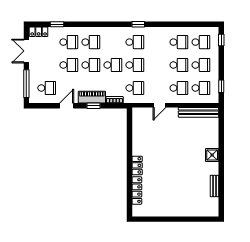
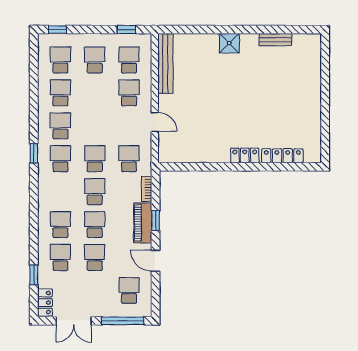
school desk: (179, 65) -> (60, 126), moved

